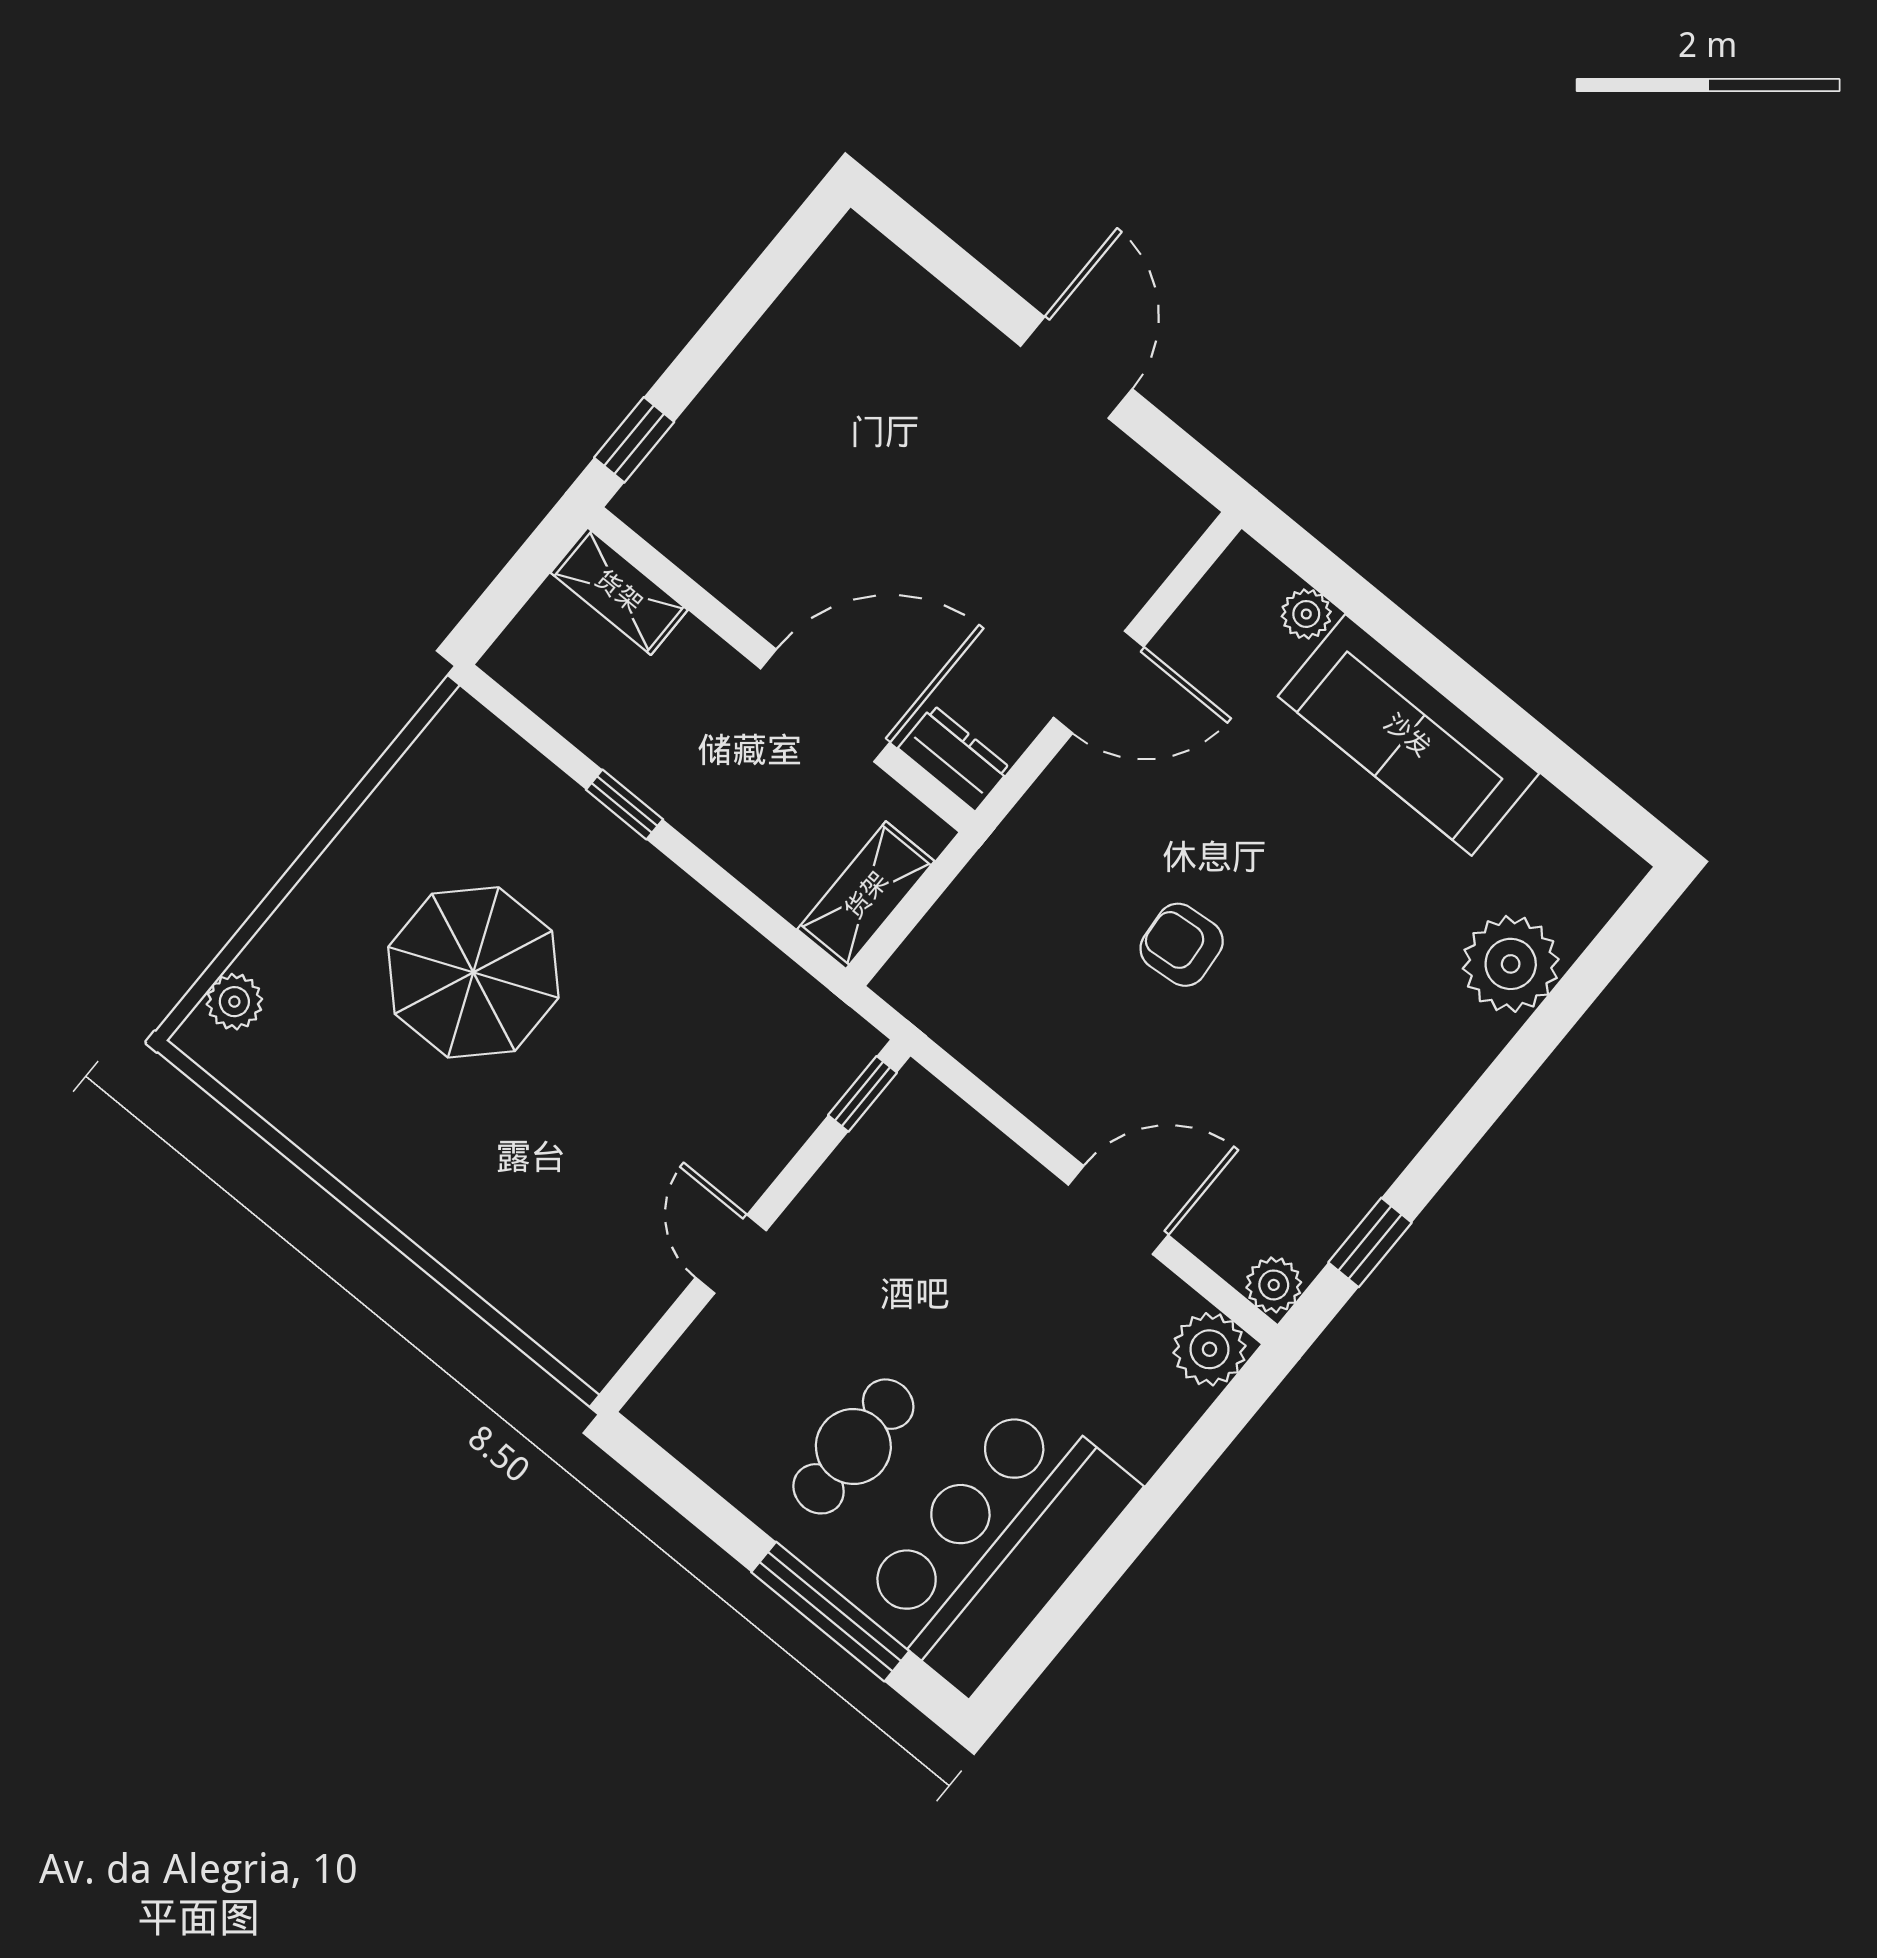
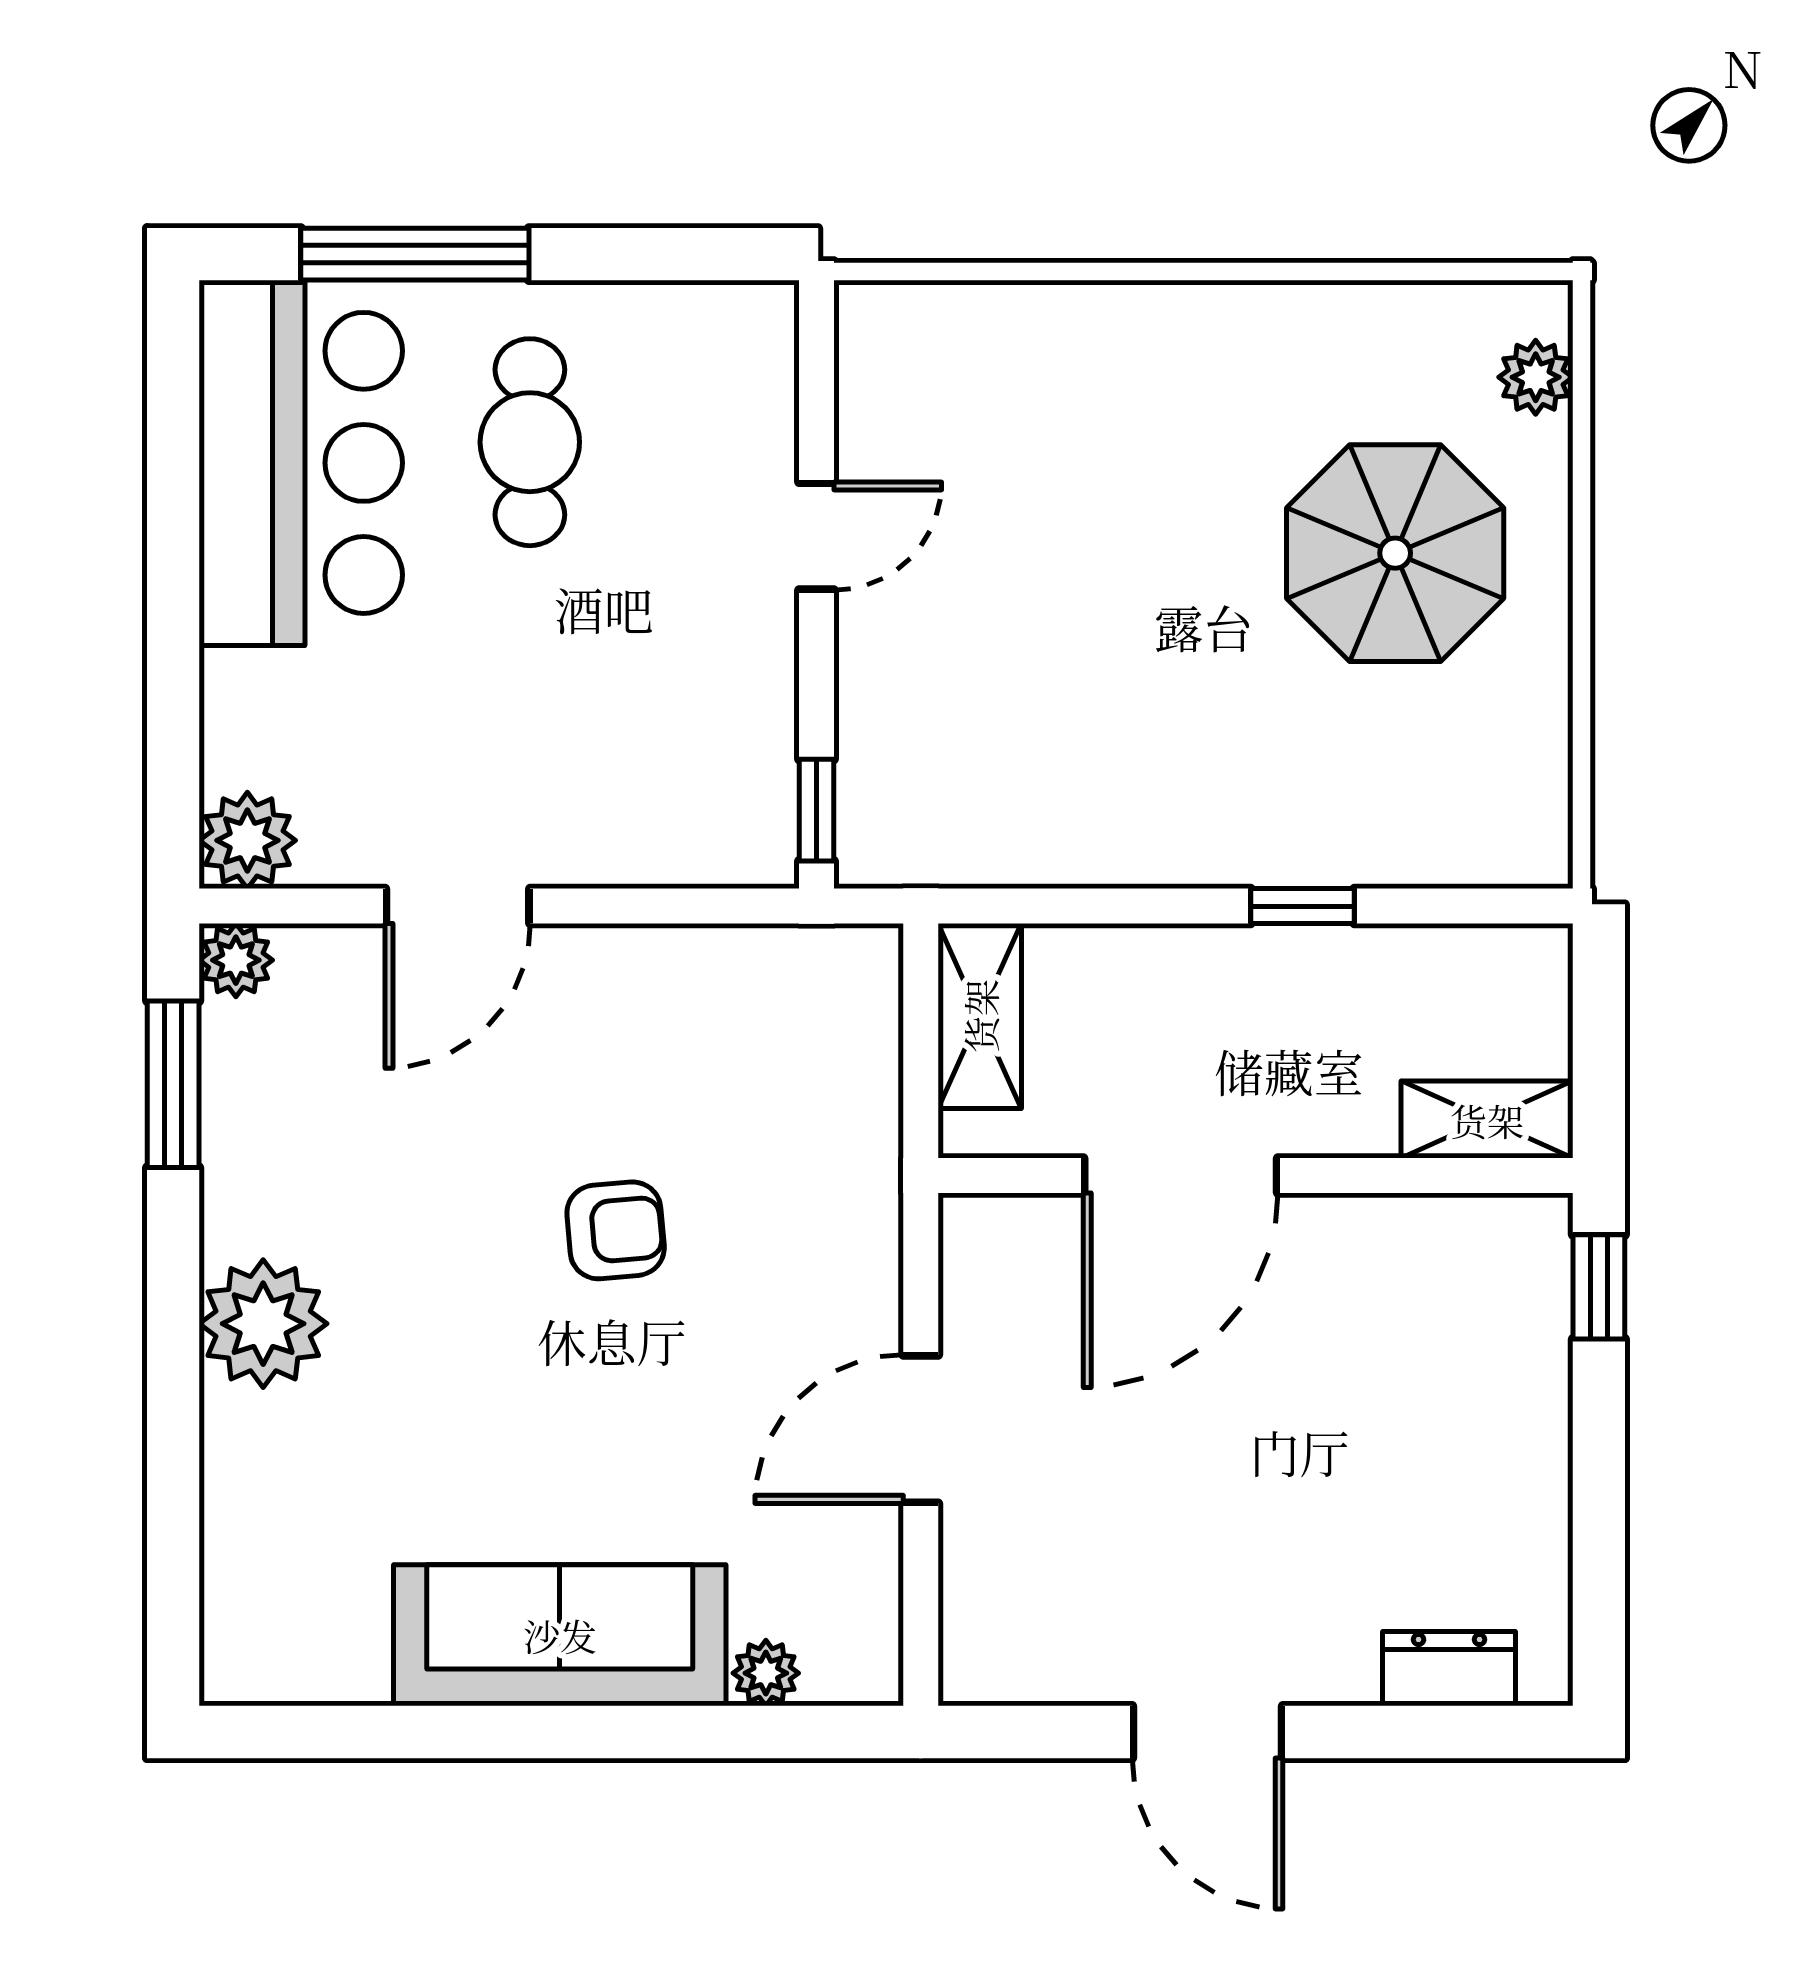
dresser: (954, 758) -> (1449, 1669), moved, turned 180
plant: (1511, 964) -> (263, 1324), moved
parasol: (473, 972) -> (1395, 553), moved
window: (1370, 1242) -> (173, 1084), width x1.50
door: (731, 1254) -> (816, 536), hinge flipped

